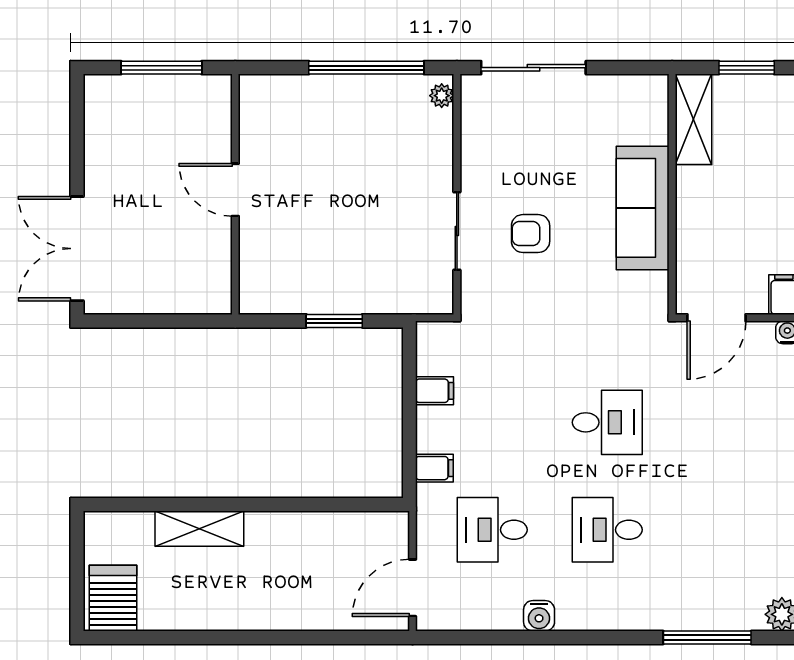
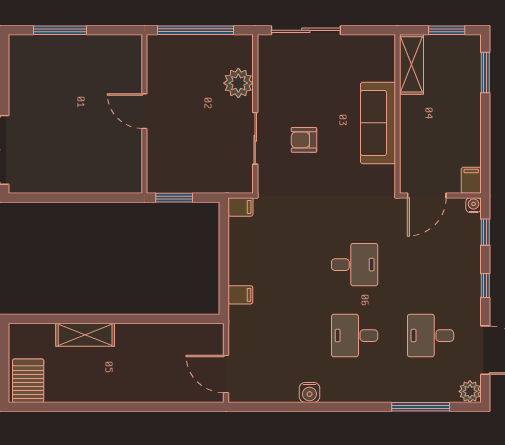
plant: (442, 96) -> (238, 83), moved, width x1.87, depth x1.87
door: (235, 190) -> (144, 111), moved
wall: (235, 194) -> (144, 114), moved
filing cabinet: (435, 391) -> (240, 207), moved
desk: (492, 530) -> (431, 336), moved
door: (413, 588) -> (226, 374), hinge flipped

